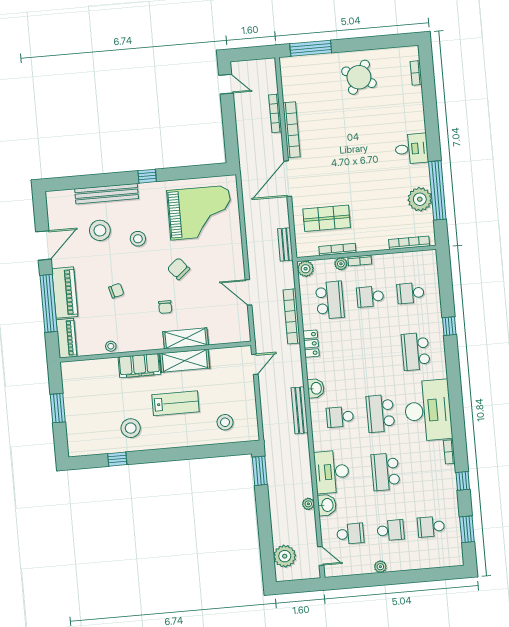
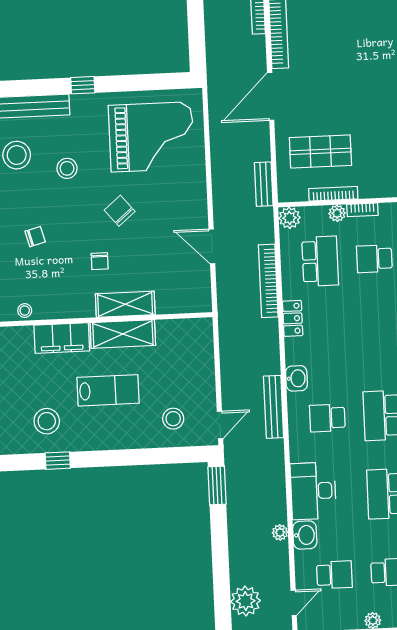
door: (255, 364) -> (220, 425), moved
window: (117, 459) -> (58, 461), moved
door: (321, 556) -> (294, 603), hinge flipped

